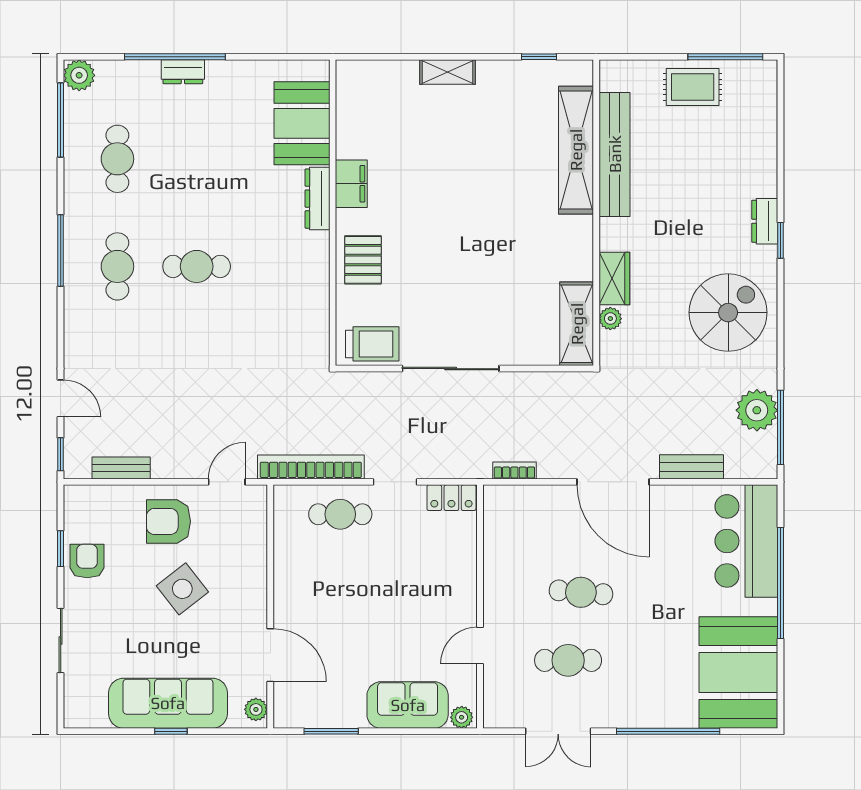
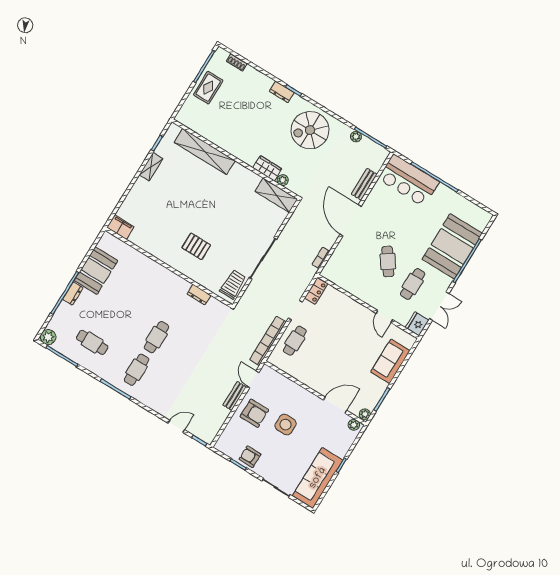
shelving: (447, 72) -> (151, 167), moved
shoe rack: (768, 110) -> (237, 62), added
booth: (302, 123) -> (96, 271), moved, turned 90
bench: (615, 154) -> (216, 137), removed
filing cabinet: (351, 184) -> (120, 227), moved
dresser: (318, 199) -> (199, 295), moved, width x0.70
pallet: (363, 260) -> (196, 246), moved
cafe table: (117, 266) -> (136, 370), turned 90
spiral stairs: (728, 313) -> (310, 130), turned -90
plant: (757, 410) -> (356, 137), width x0.53, depth x0.53
bench: (121, 468) -> (235, 396), moved
door: (613, 482) -> (351, 220), swing flipped
armchair: (168, 521) -> (254, 413), turned -90
side table: (182, 589) -> (286, 425), turned 38
cafe table: (581, 592) -> (388, 261), turned -40
booth: (738, 673) -> (452, 246), moved, turned 90
sofa: (168, 703) -> (318, 478), moved
fridge: (503, 712) -> (417, 324), added
plant: (462, 717) -> (365, 414), moved

